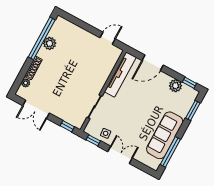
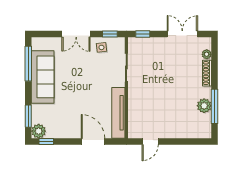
window: (42, 38) -> (215, 106), width x0.68
door: (153, 63) -> (93, 141), hinge flipped
plant: (175, 86) -> (39, 131), moved

